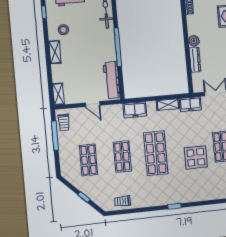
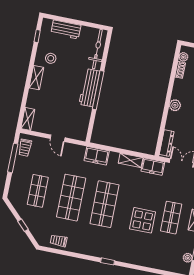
dresser: (195, 60) -> (167, 143), moved
workbench: (112, 80) -> (89, 88), moved
shop shelf: (122, 157) -> (71, 198), width x1.43, depth x1.36

